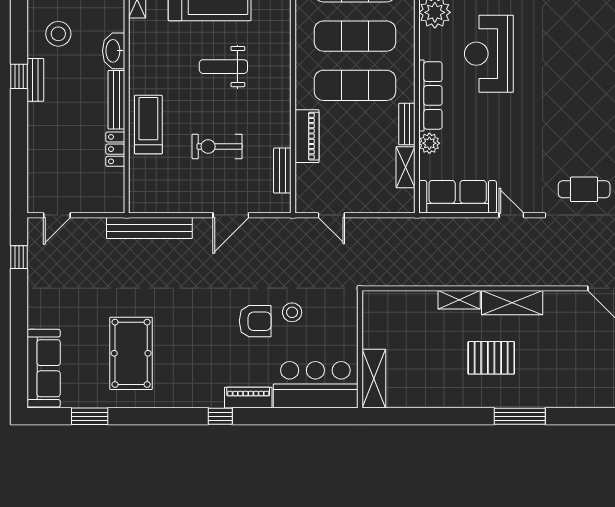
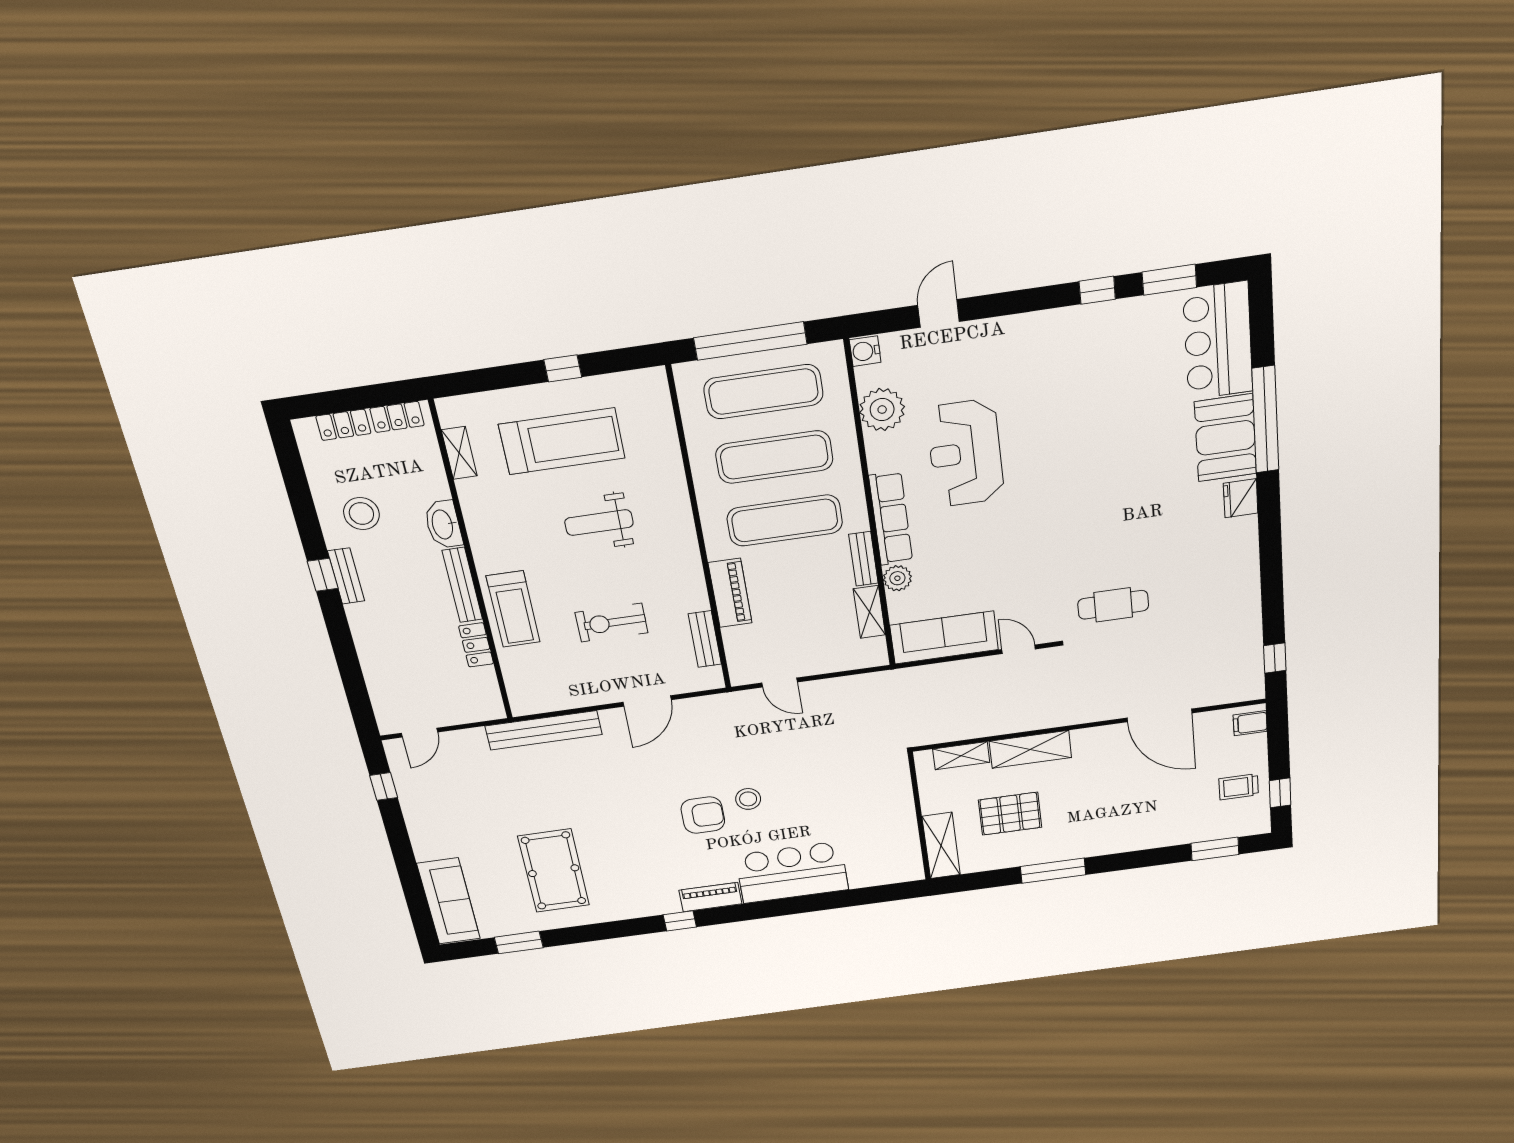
treadmill: (148, 125) -> (513, 609), turned 180
wall: (360, 349) -> (919, 817), moved
shelving: (374, 379) -> (941, 846), moved

